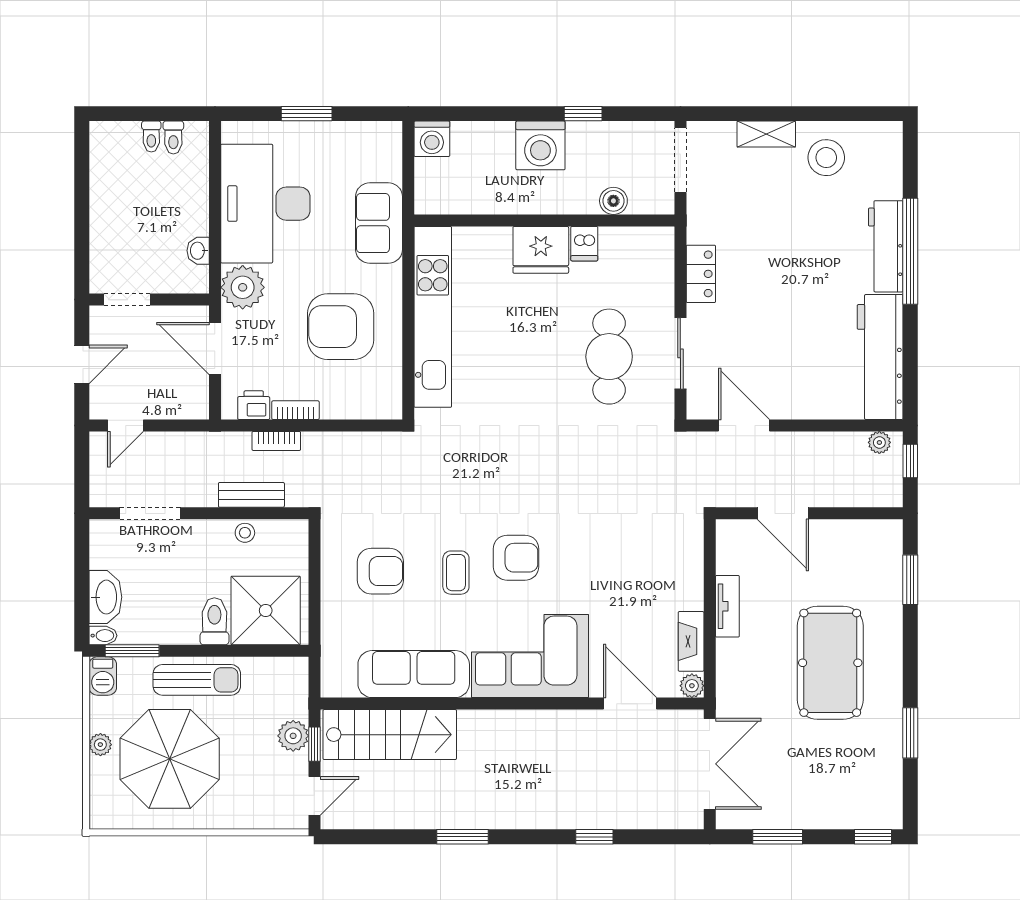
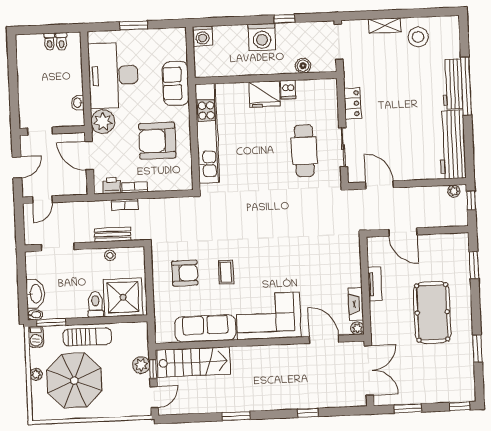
armchair: (516, 558) -> (258, 263), removed

